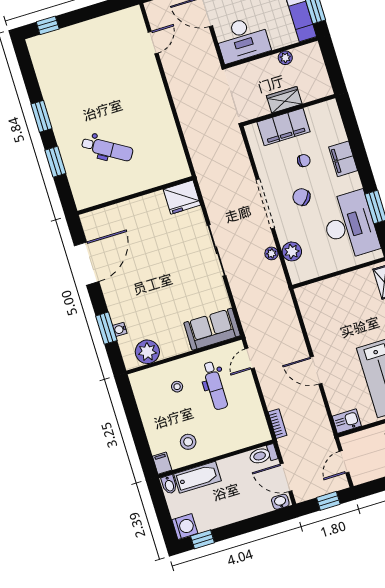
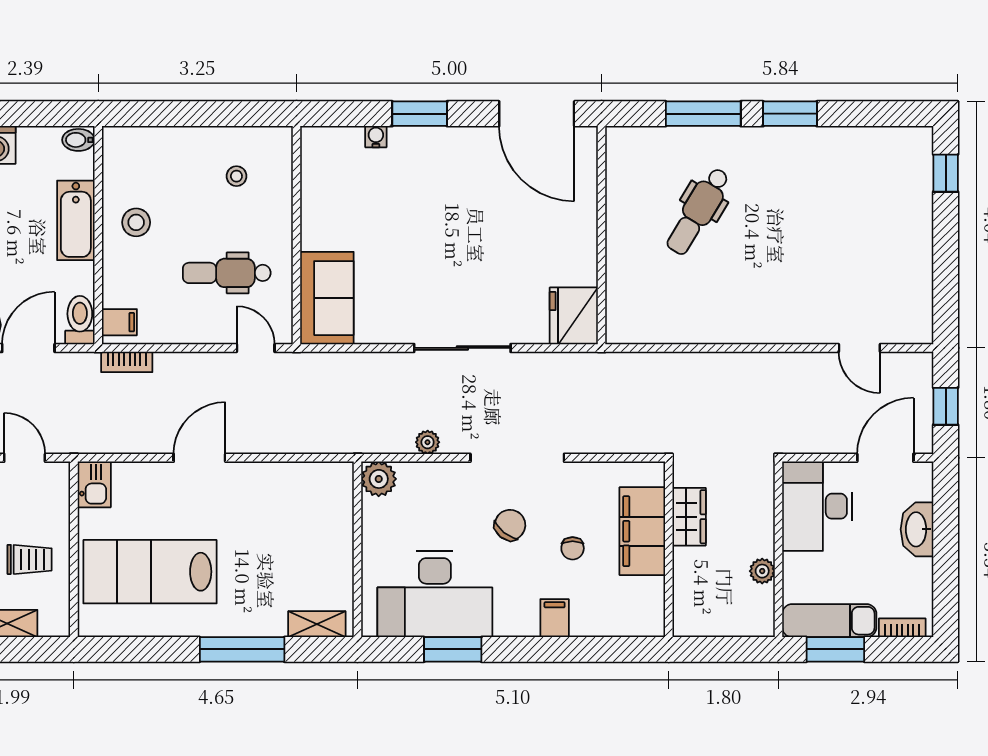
wardrobe: (284, 100) -> (689, 517), moved
filing cabinet: (343, 159) -> (555, 618), width x0.50
window: (55, 162) -> (703, 114), width x1.44
plant: (292, 251) -> (379, 479), moved
door: (87, 264) -> (537, 114), moved
window: (106, 328) -> (420, 114), moved
plant: (147, 352) -> (322, 173), removed
stool: (177, 387) -> (236, 176), moved
stool: (188, 442) -> (136, 222), moved
filing cabinet: (162, 463) -> (119, 322), moved
bathtub: (197, 477) -> (76, 220), moved

